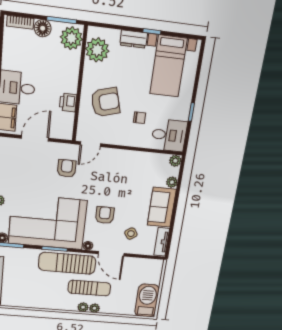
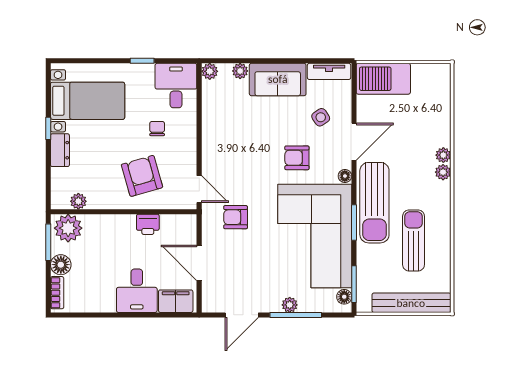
plant: (97, 50) -> (78, 201), width x0.53, depth x0.53
sun lounger: (89, 288) -> (414, 240), moved
barbecue: (147, 301) -> (383, 79), moved

